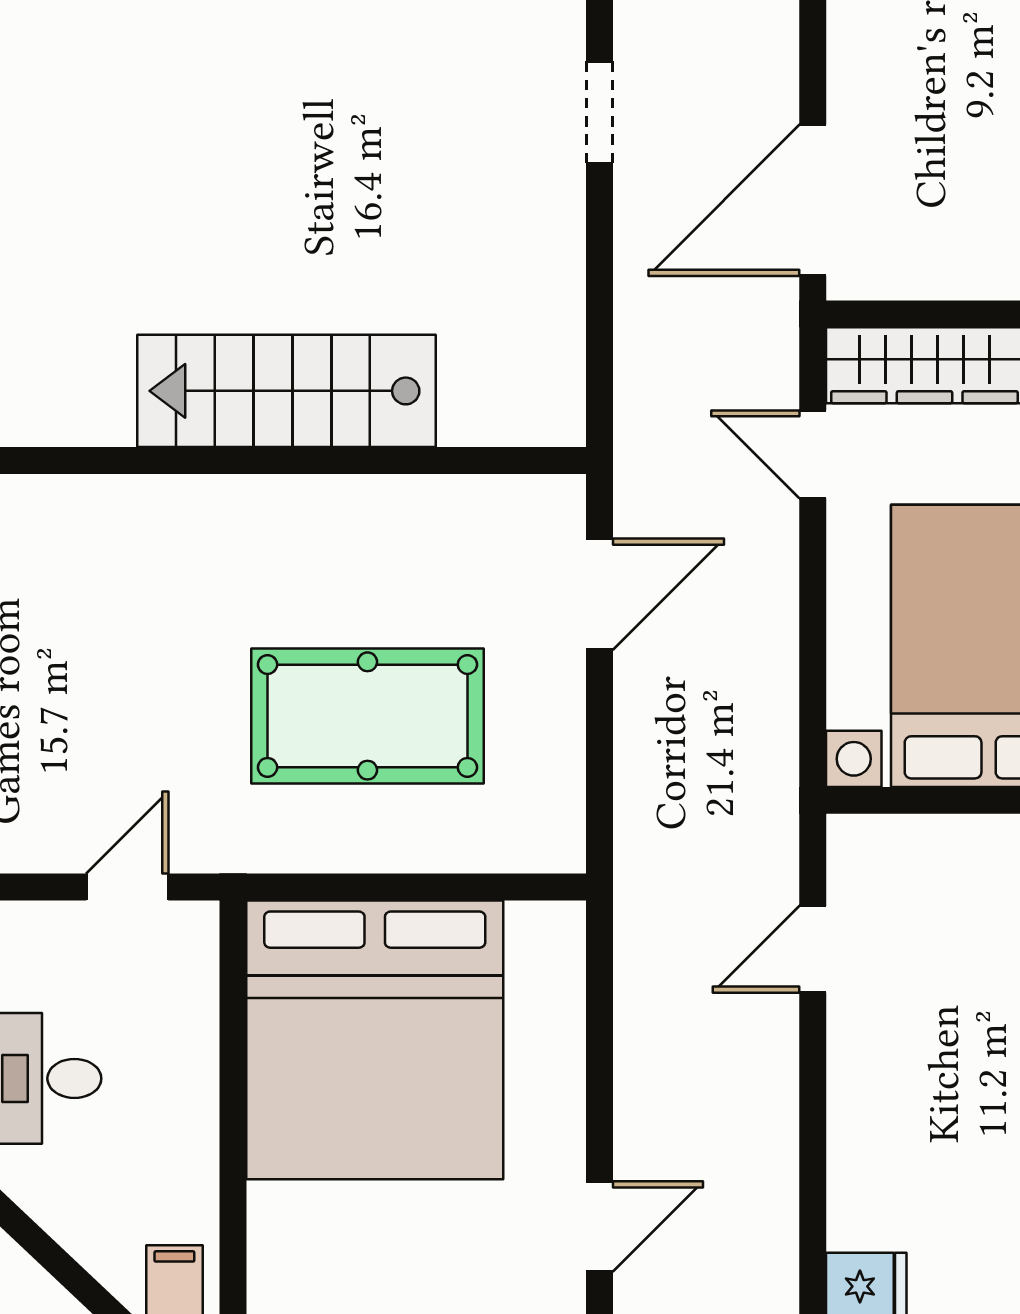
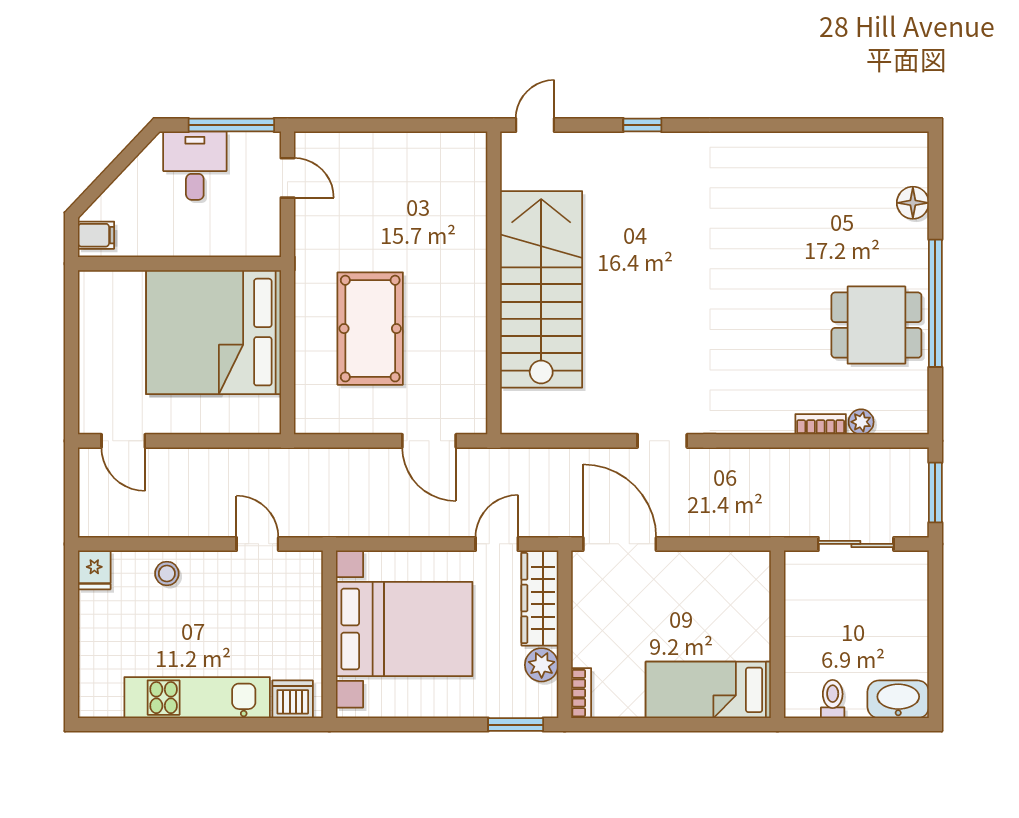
stairs: (286, 391) -> (541, 289), width x1.36, depth x1.51
door: (127, 887) -> (287, 178), moved
stool: (874, 1136) -> (167, 573), added

